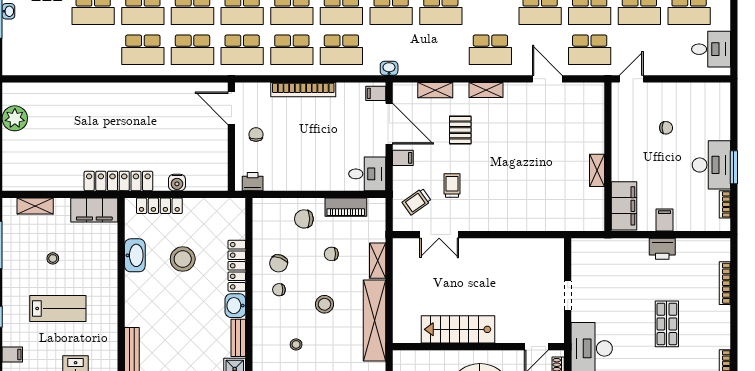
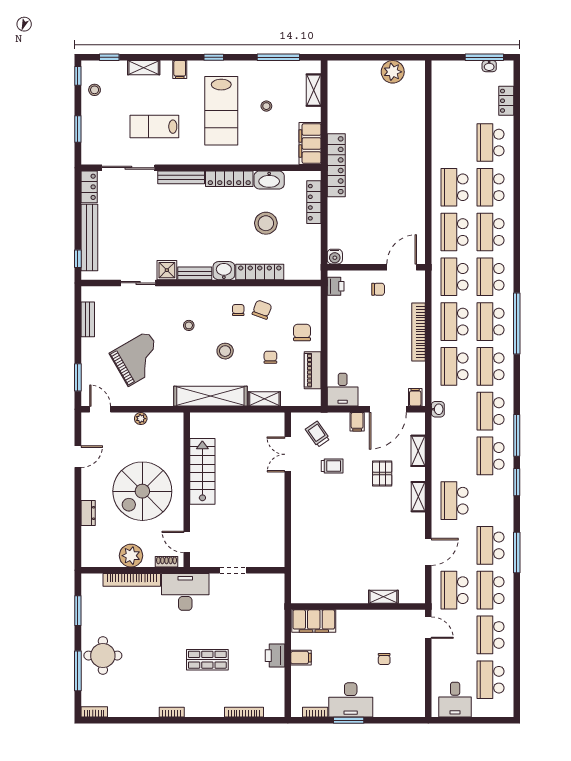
pallet: (460, 130) -> (382, 474), turned 90
shelving: (597, 170) -> (383, 597), moved
water cooler: (177, 183) -> (335, 257), moved, turned -90
chair: (279, 263) -> (262, 310), turned 89
locker: (133, 300) -> (229, 179), added
lab bench: (58, 308) -> (221, 111), width x1.36, depth x1.39

